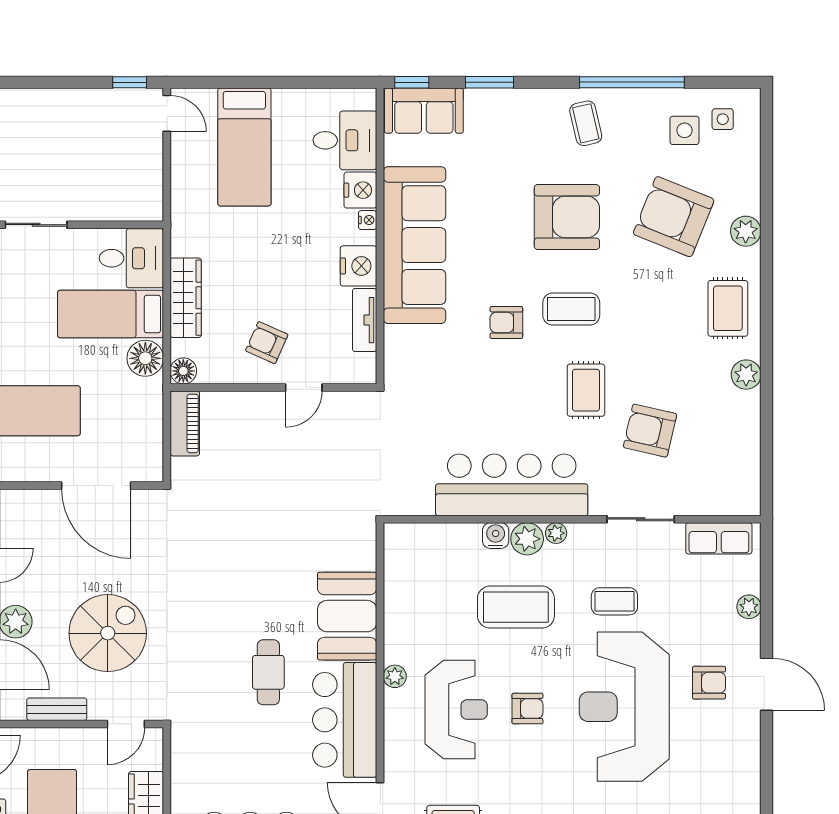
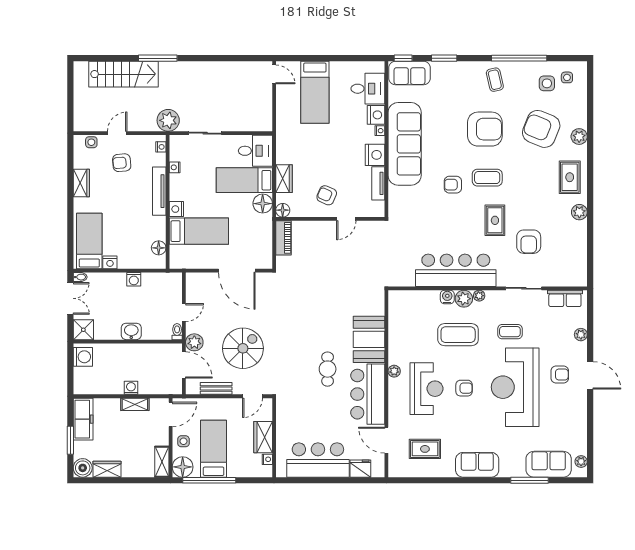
window: (130, 82) -> (254, 58), removed
wardrobe: (186, 298) -> (284, 179), width x0.67
armchair: (650, 431) -> (529, 242), turned -103

